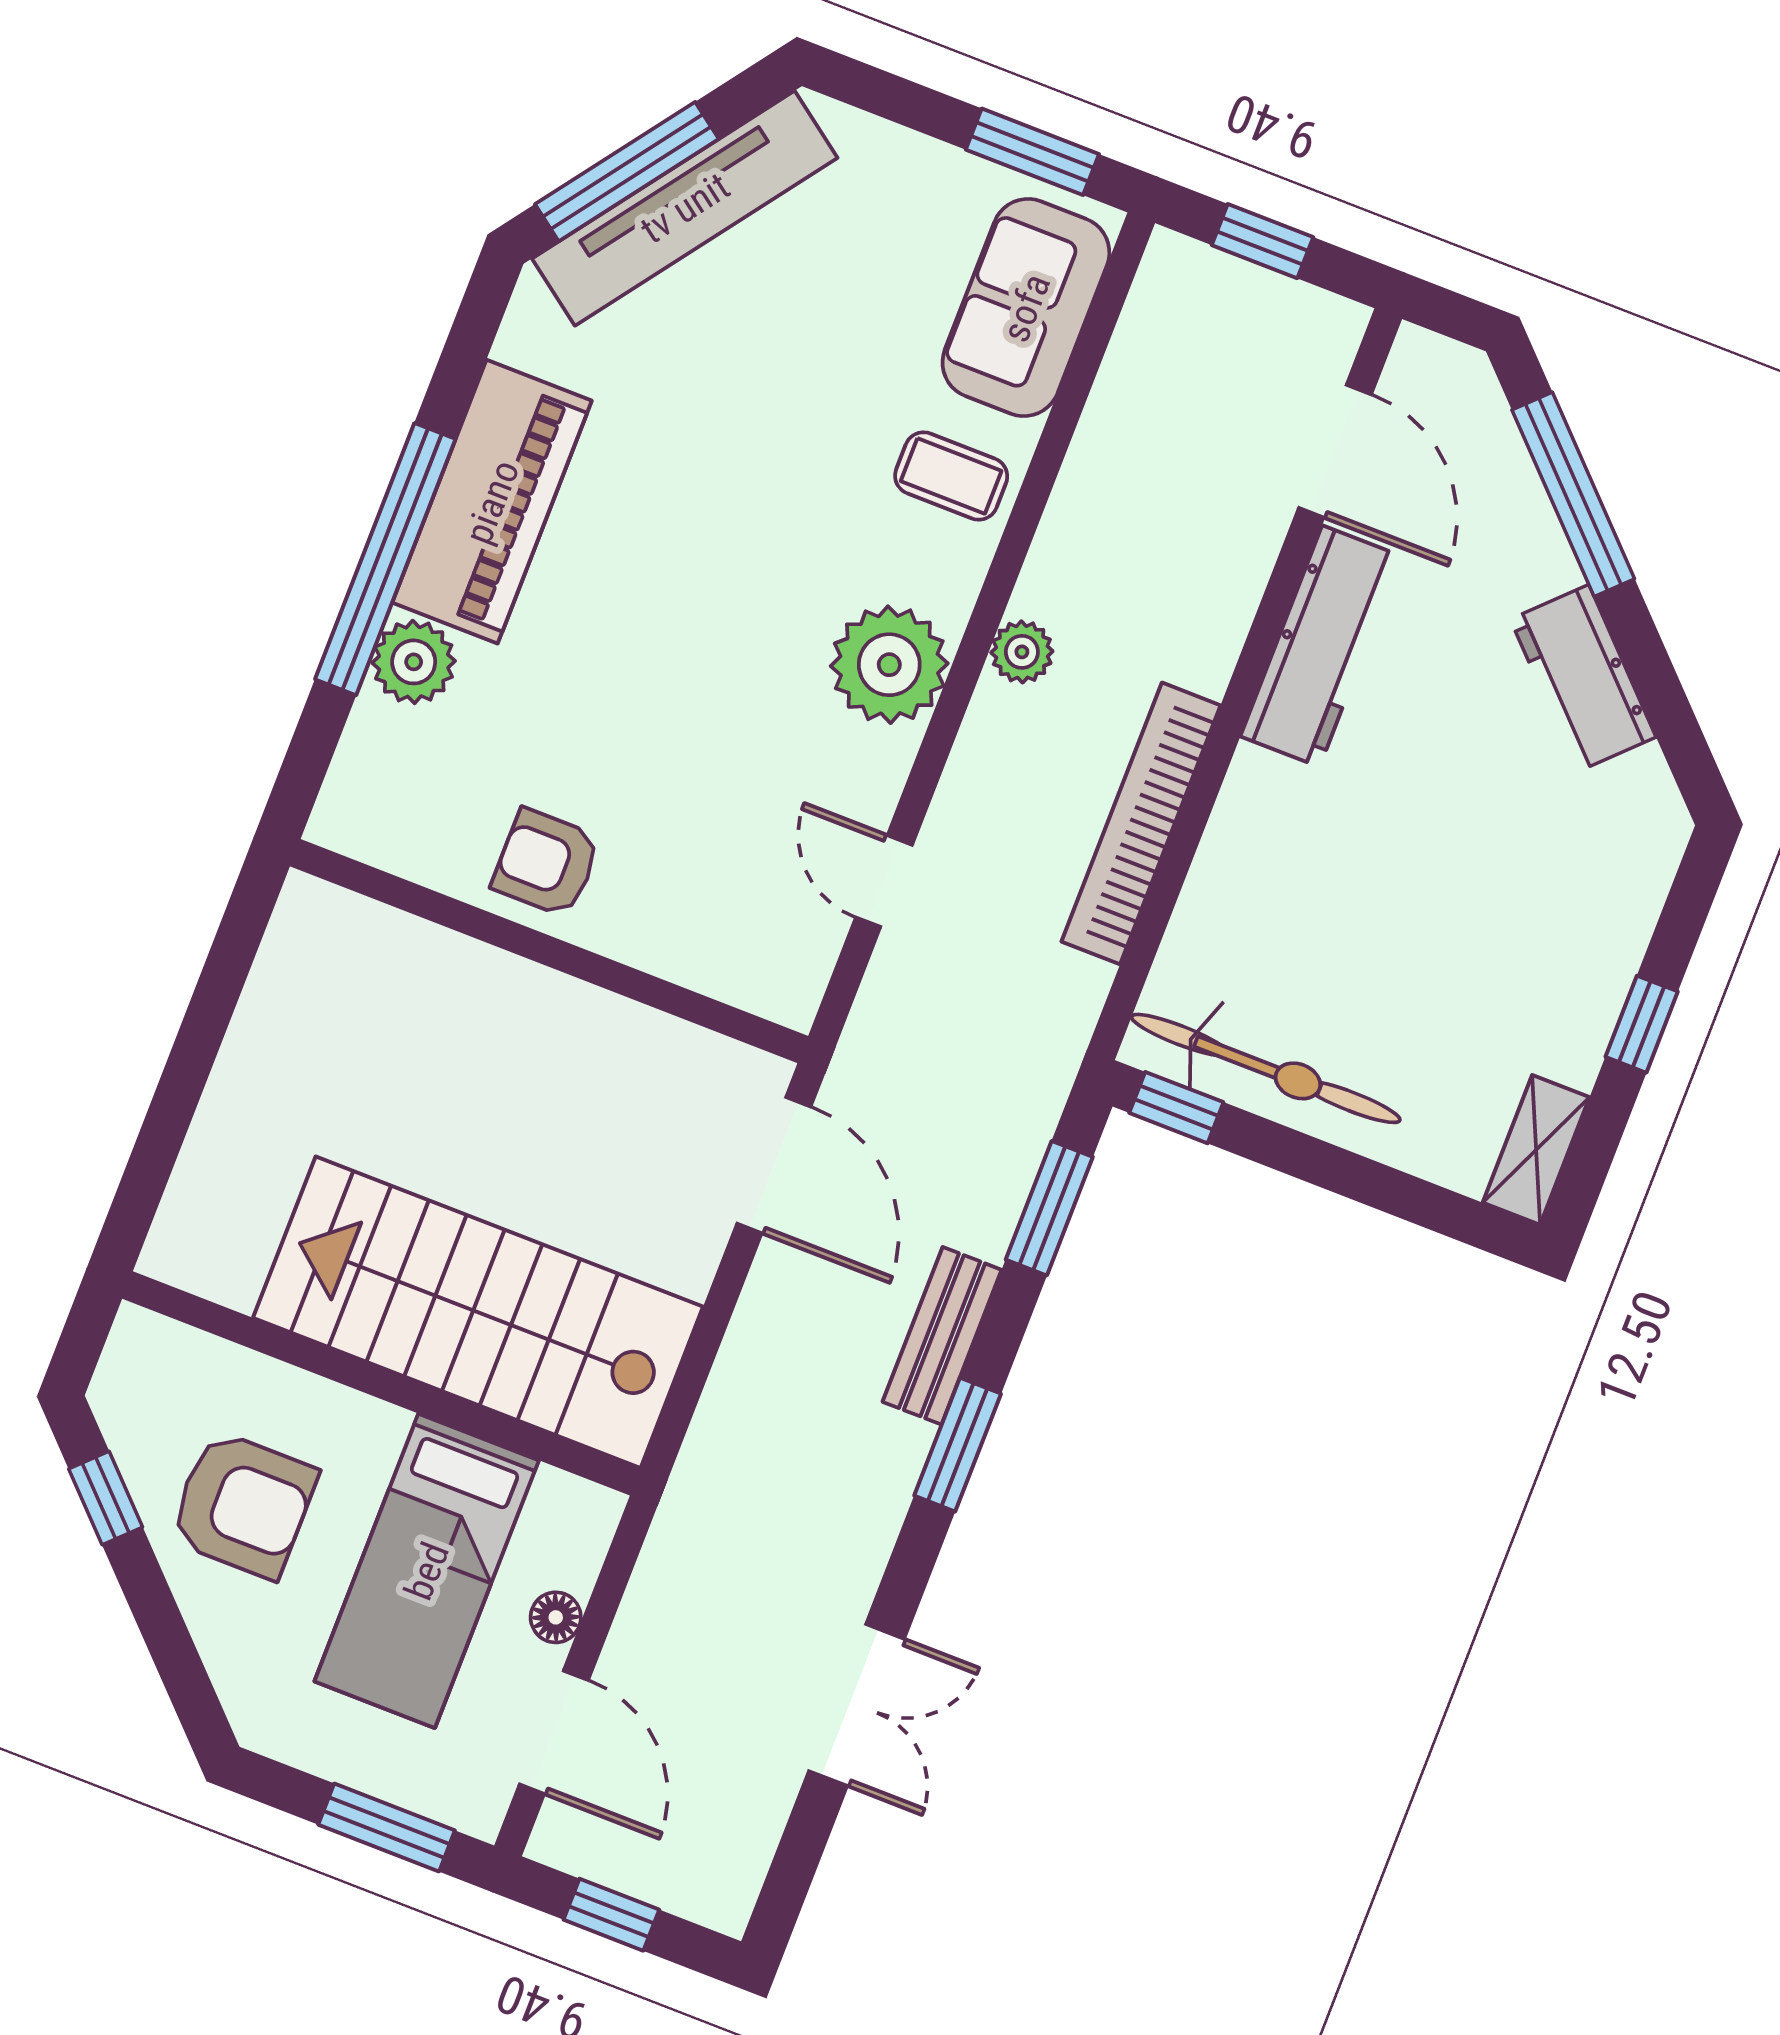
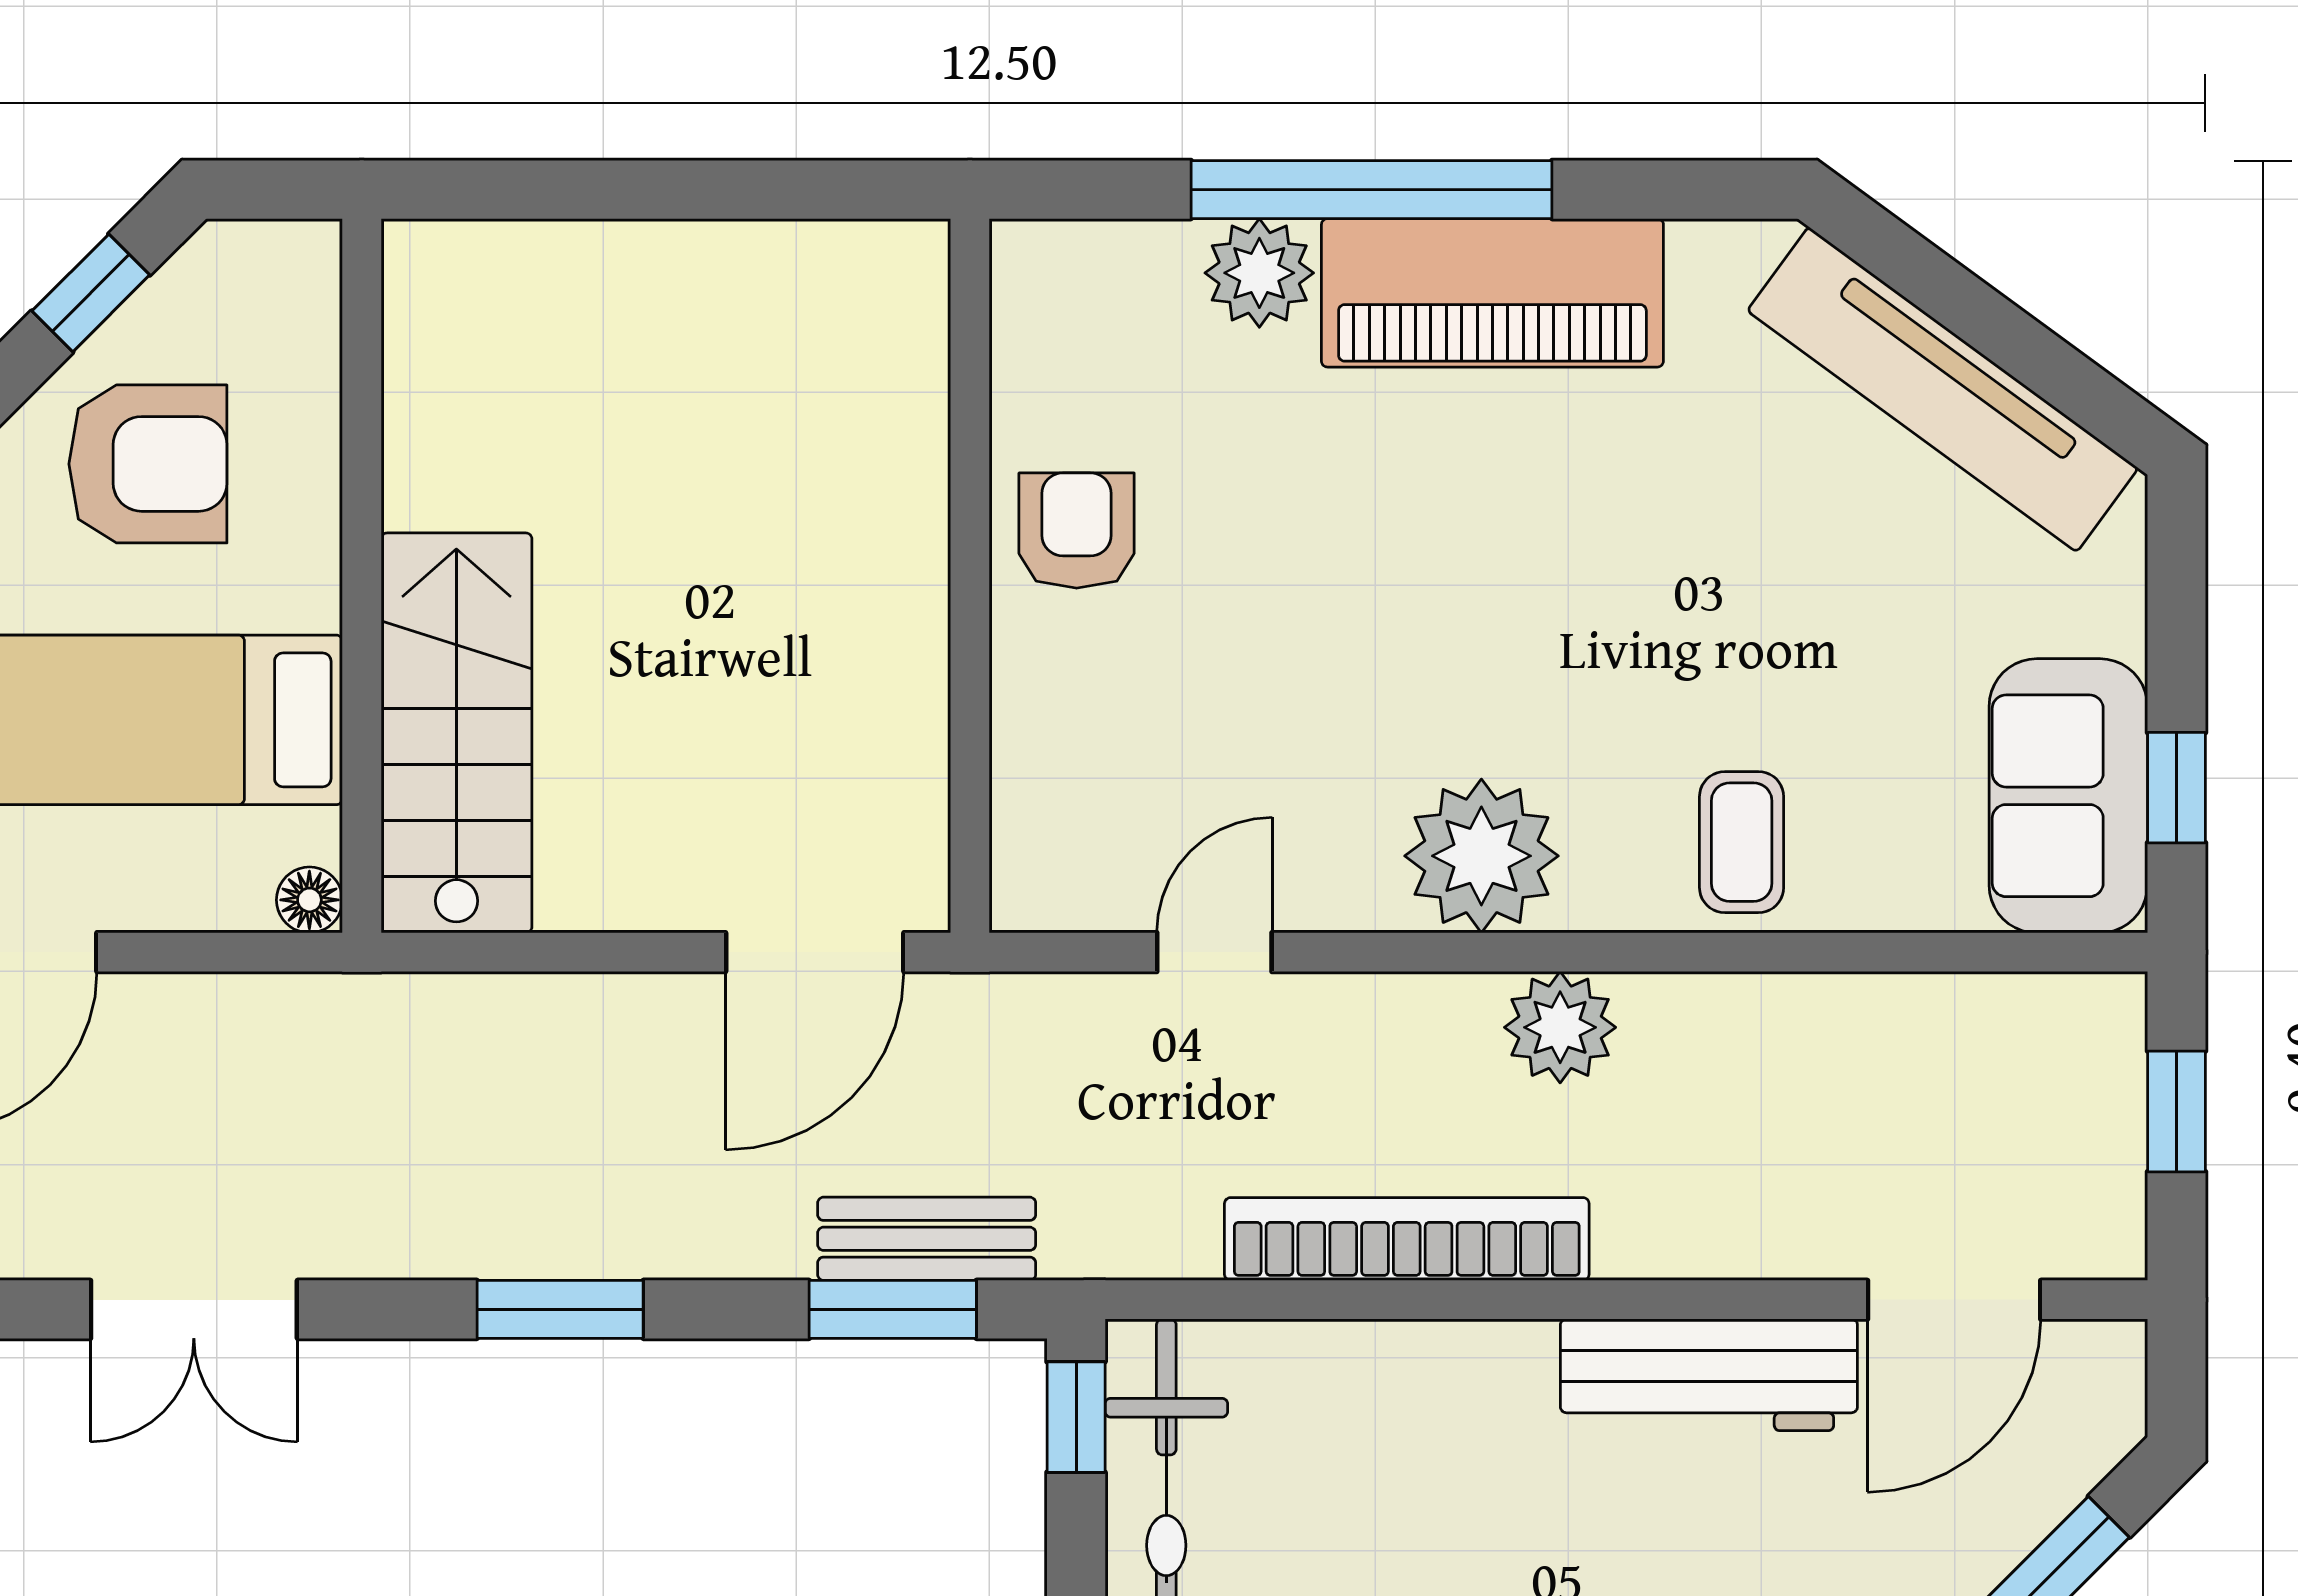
window: (1032, 152) -> (2177, 788), width x0.67
window: (627, 172) -> (1960, 301), removed
sofa: (1026, 308) -> (2068, 796), moved, turned -90
plant: (1022, 652) -> (1560, 1027), width x1.38, depth x1.38
stairs: (478, 1312) -> (456, 733), width x0.73, depth x0.66
bench: (942, 1336) -> (927, 1239), moved
armchair: (243, 1505) -> (148, 464), turned -90
floor lamp: (556, 1617) -> (309, 900), moved

